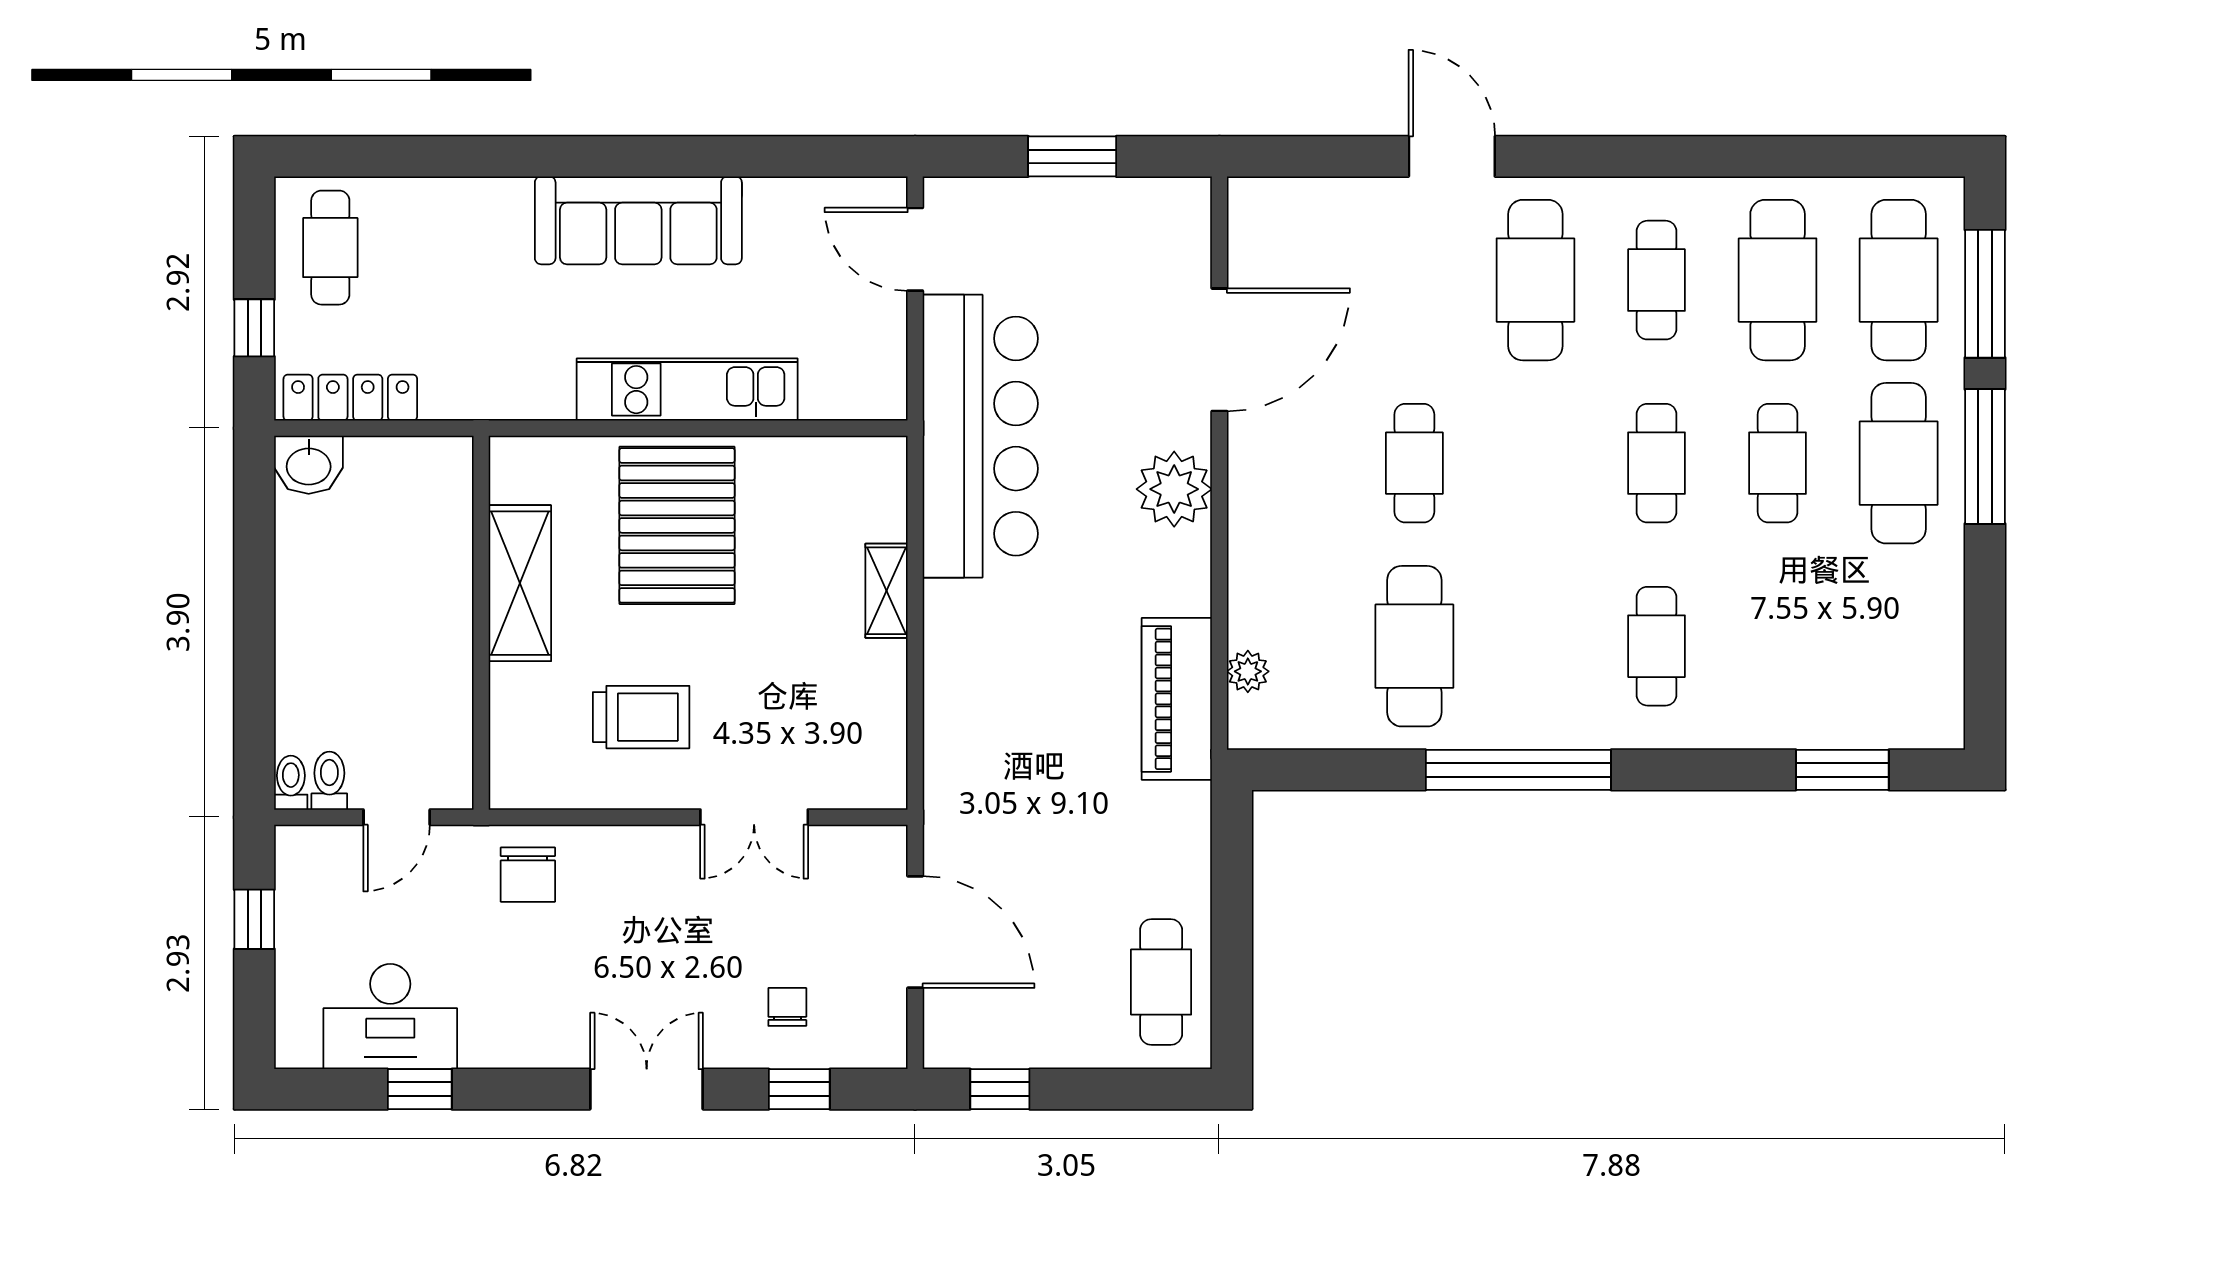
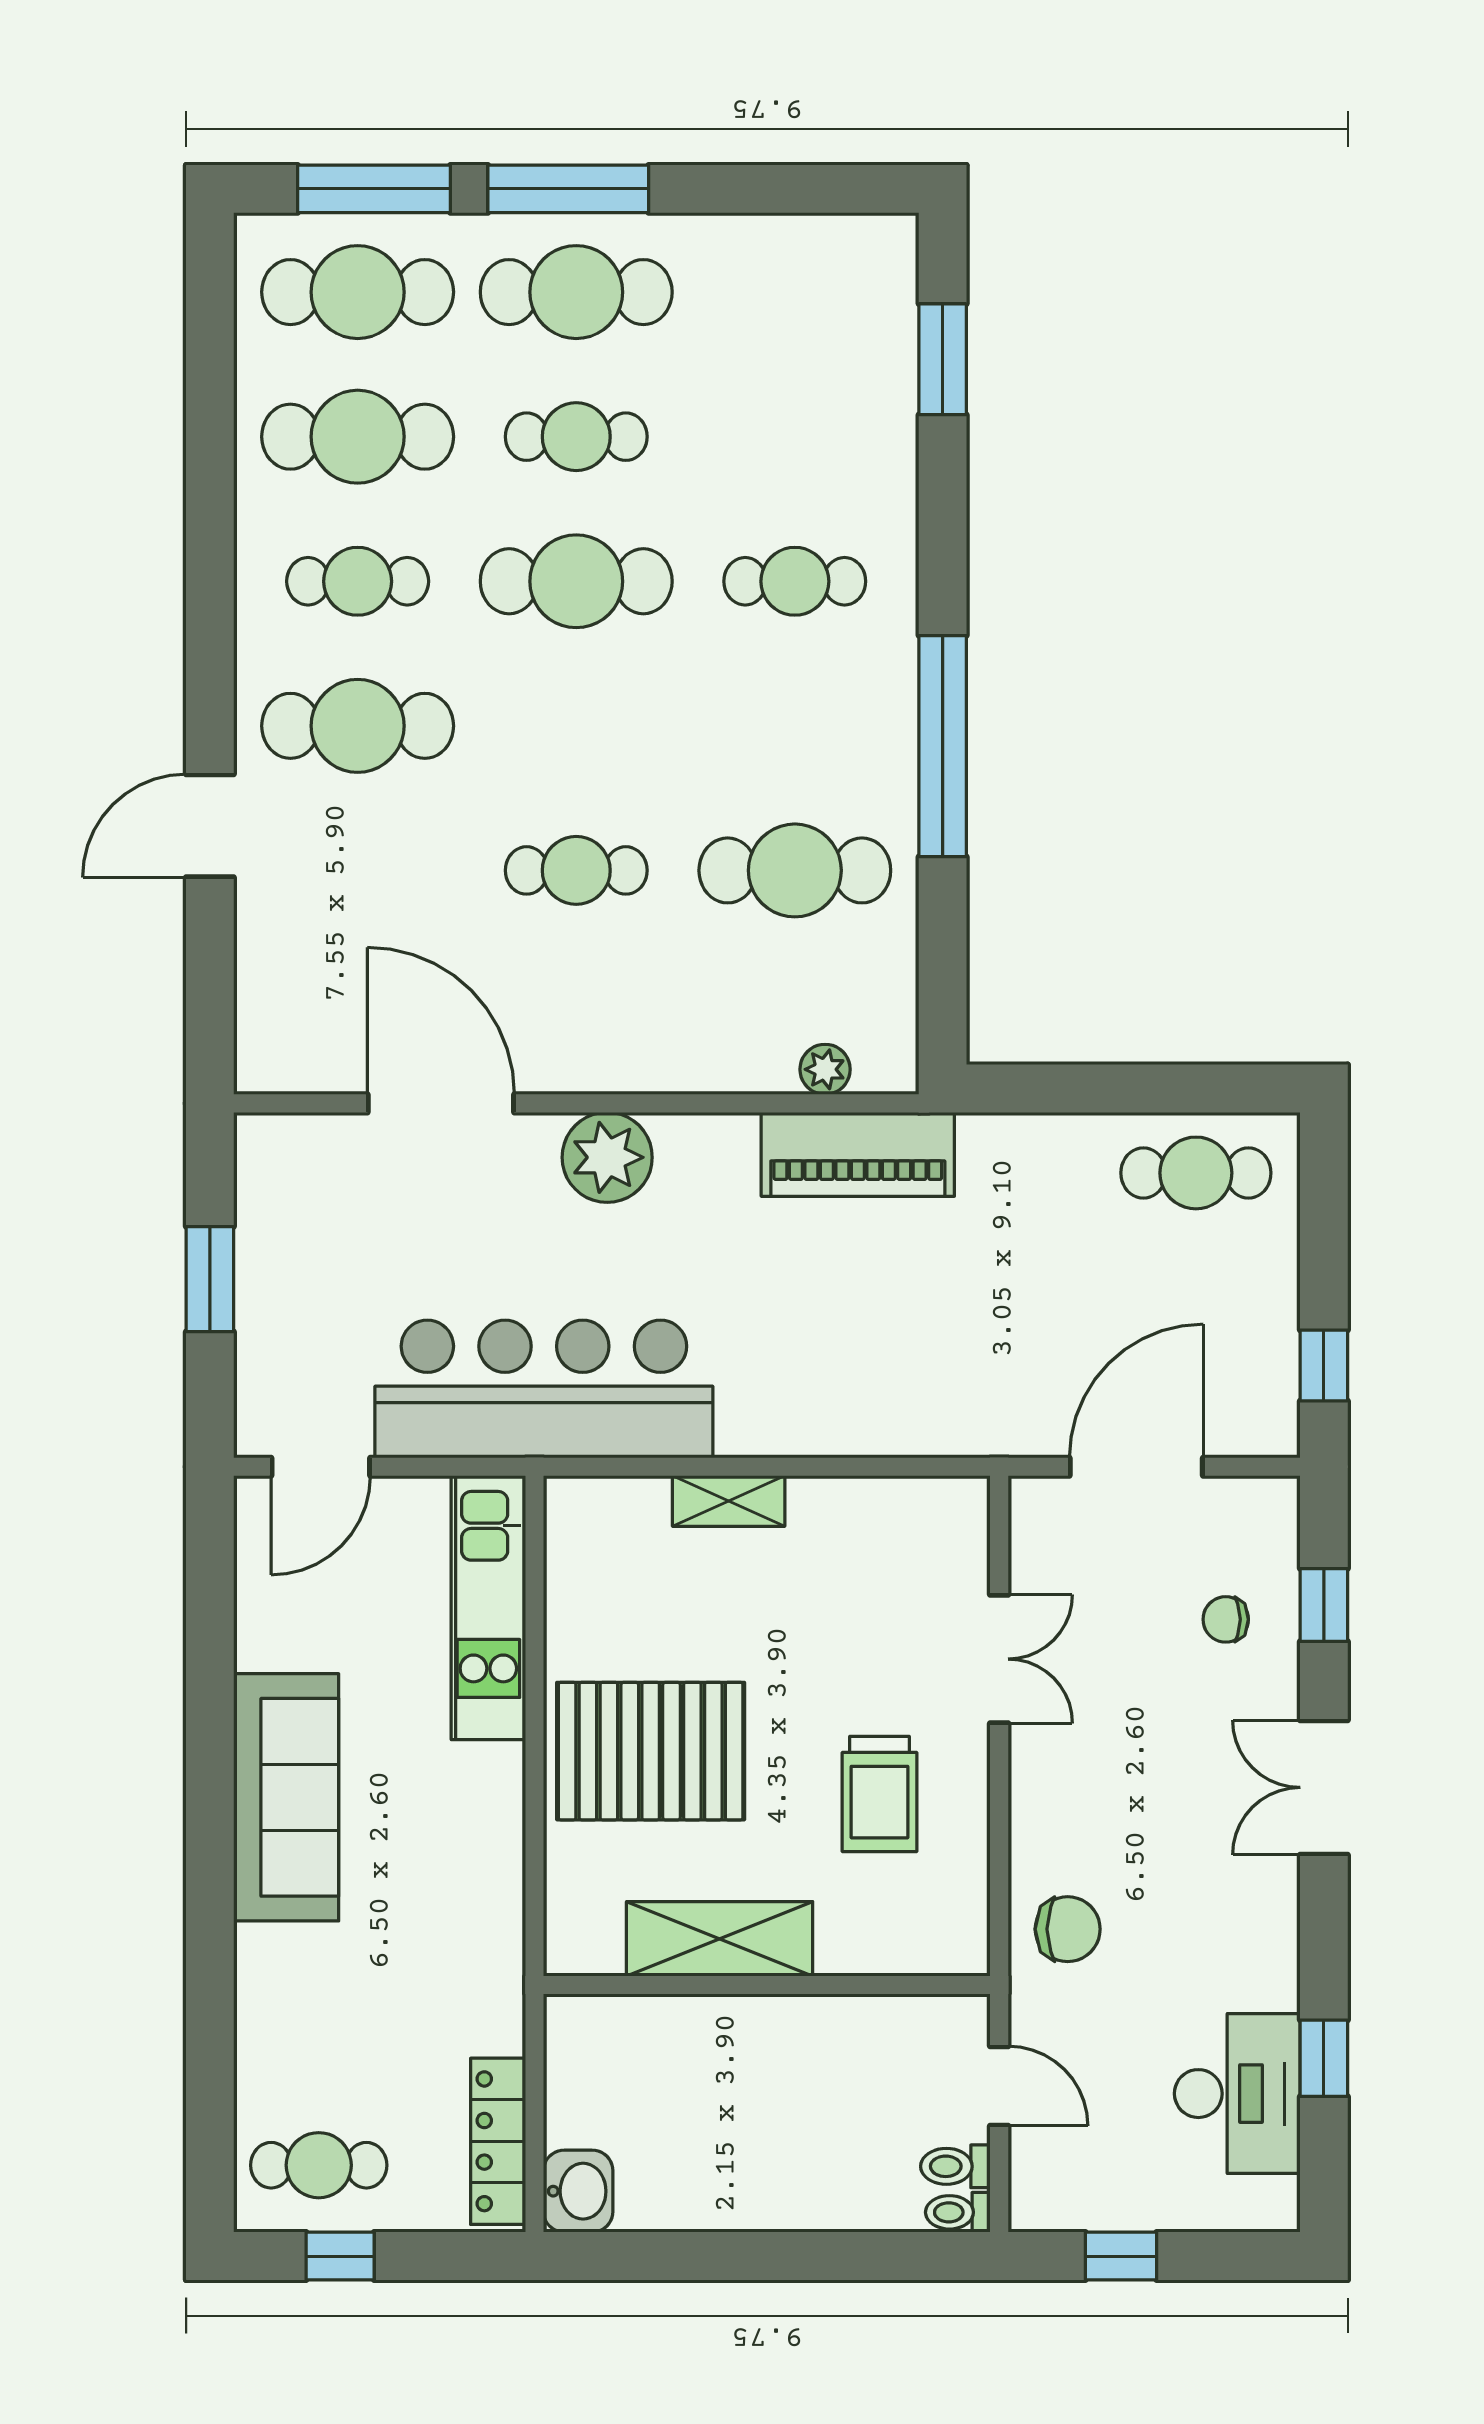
window: (254, 328) -> (340, 2256), moved
kitchen unit: (687, 390) -> (488, 1608), moved
cafe table: (1656, 463) -> (576, 581), width x1.37, depth x1.35
trolley: (641, 717) -> (880, 1794), turned 180

